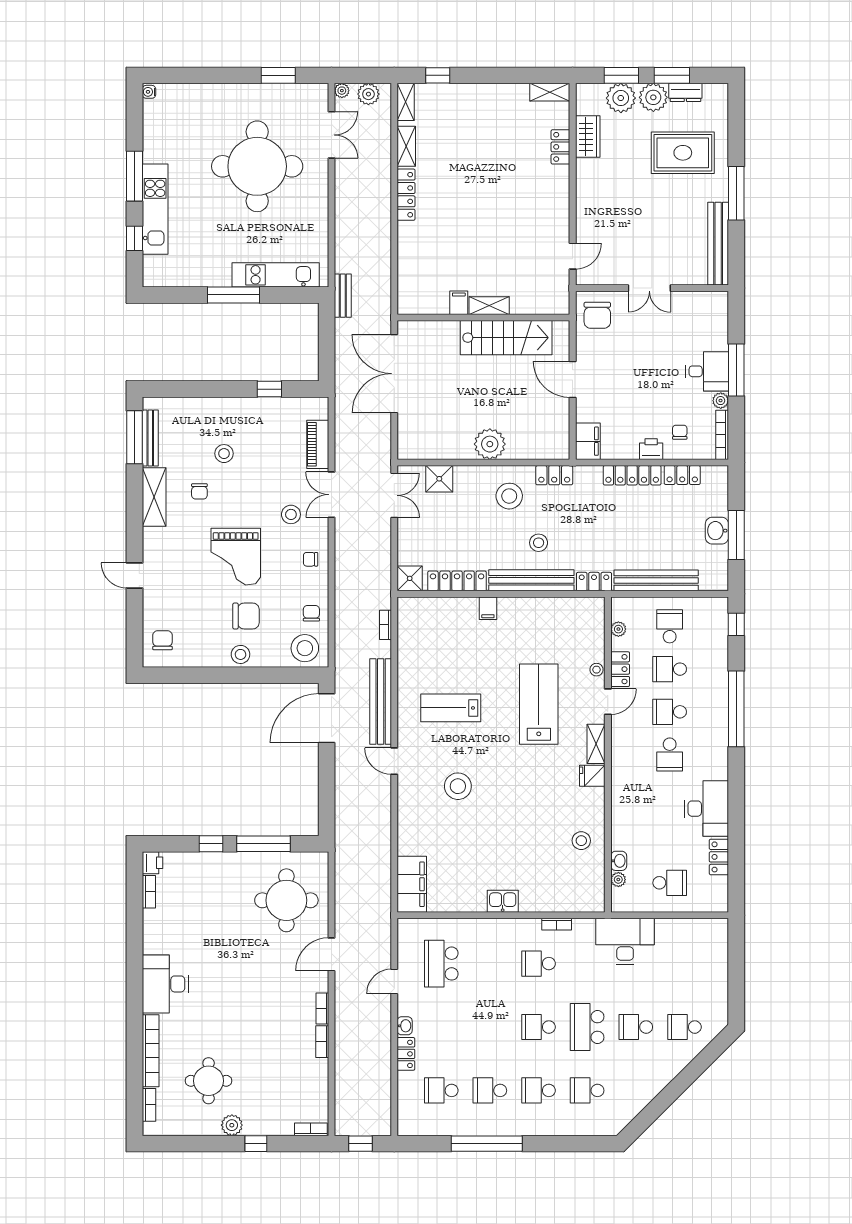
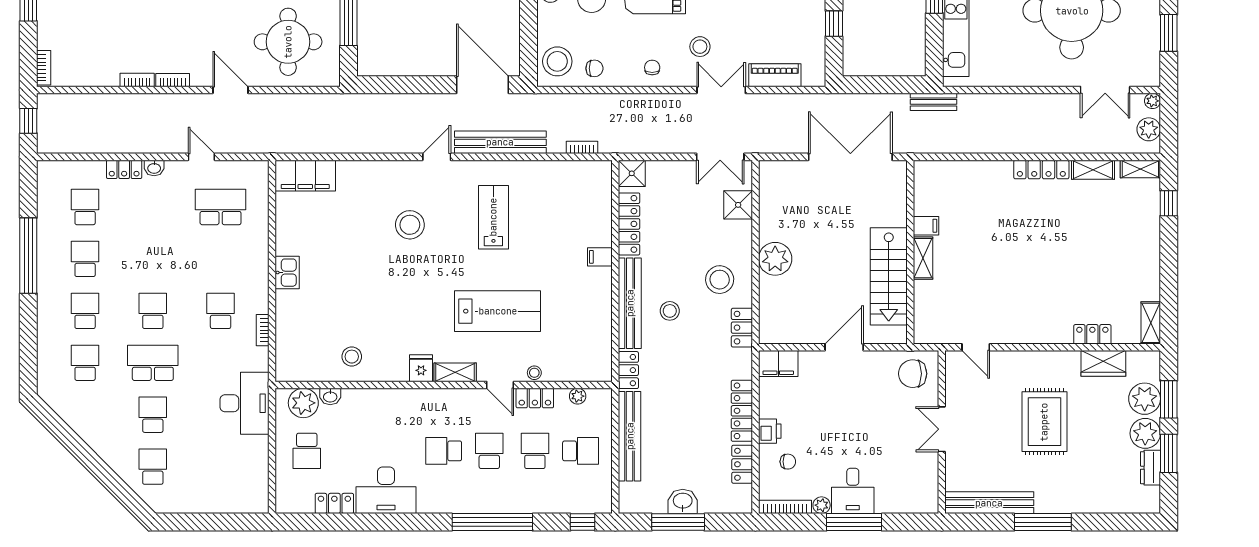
rug: (683, 153) -> (1044, 422), moved
plant: (618, 880) -> (303, 403), width x1.88, depth x1.88

